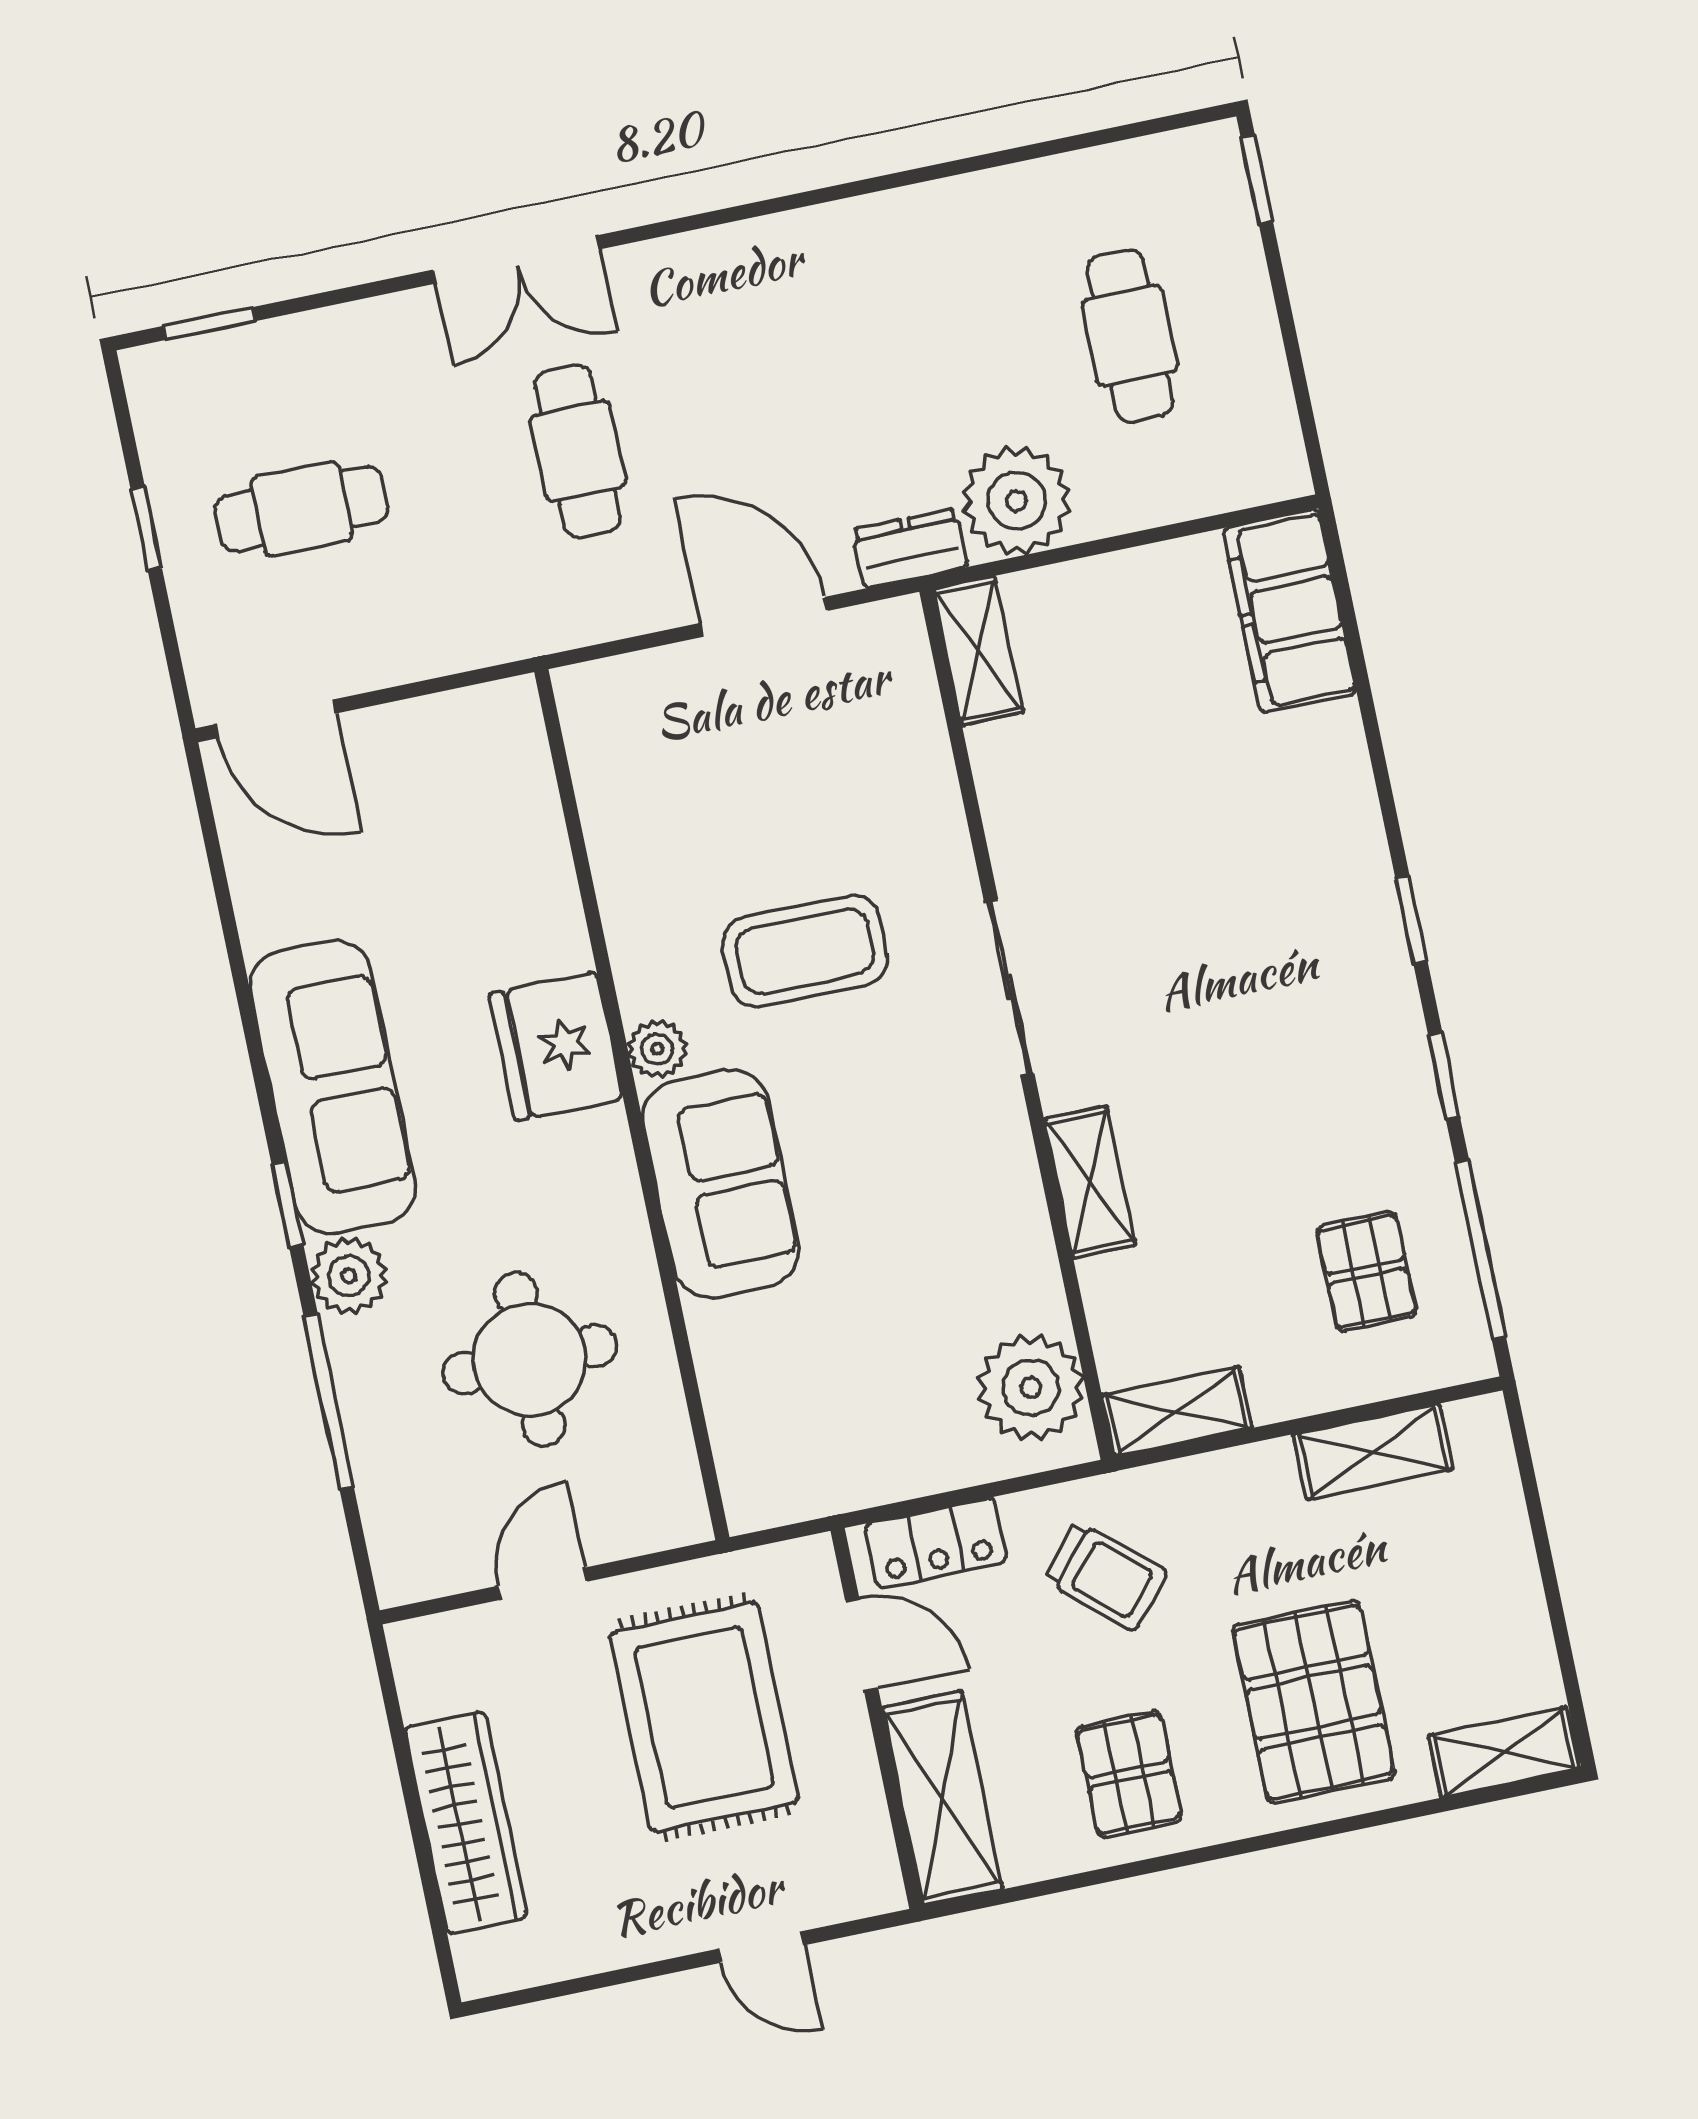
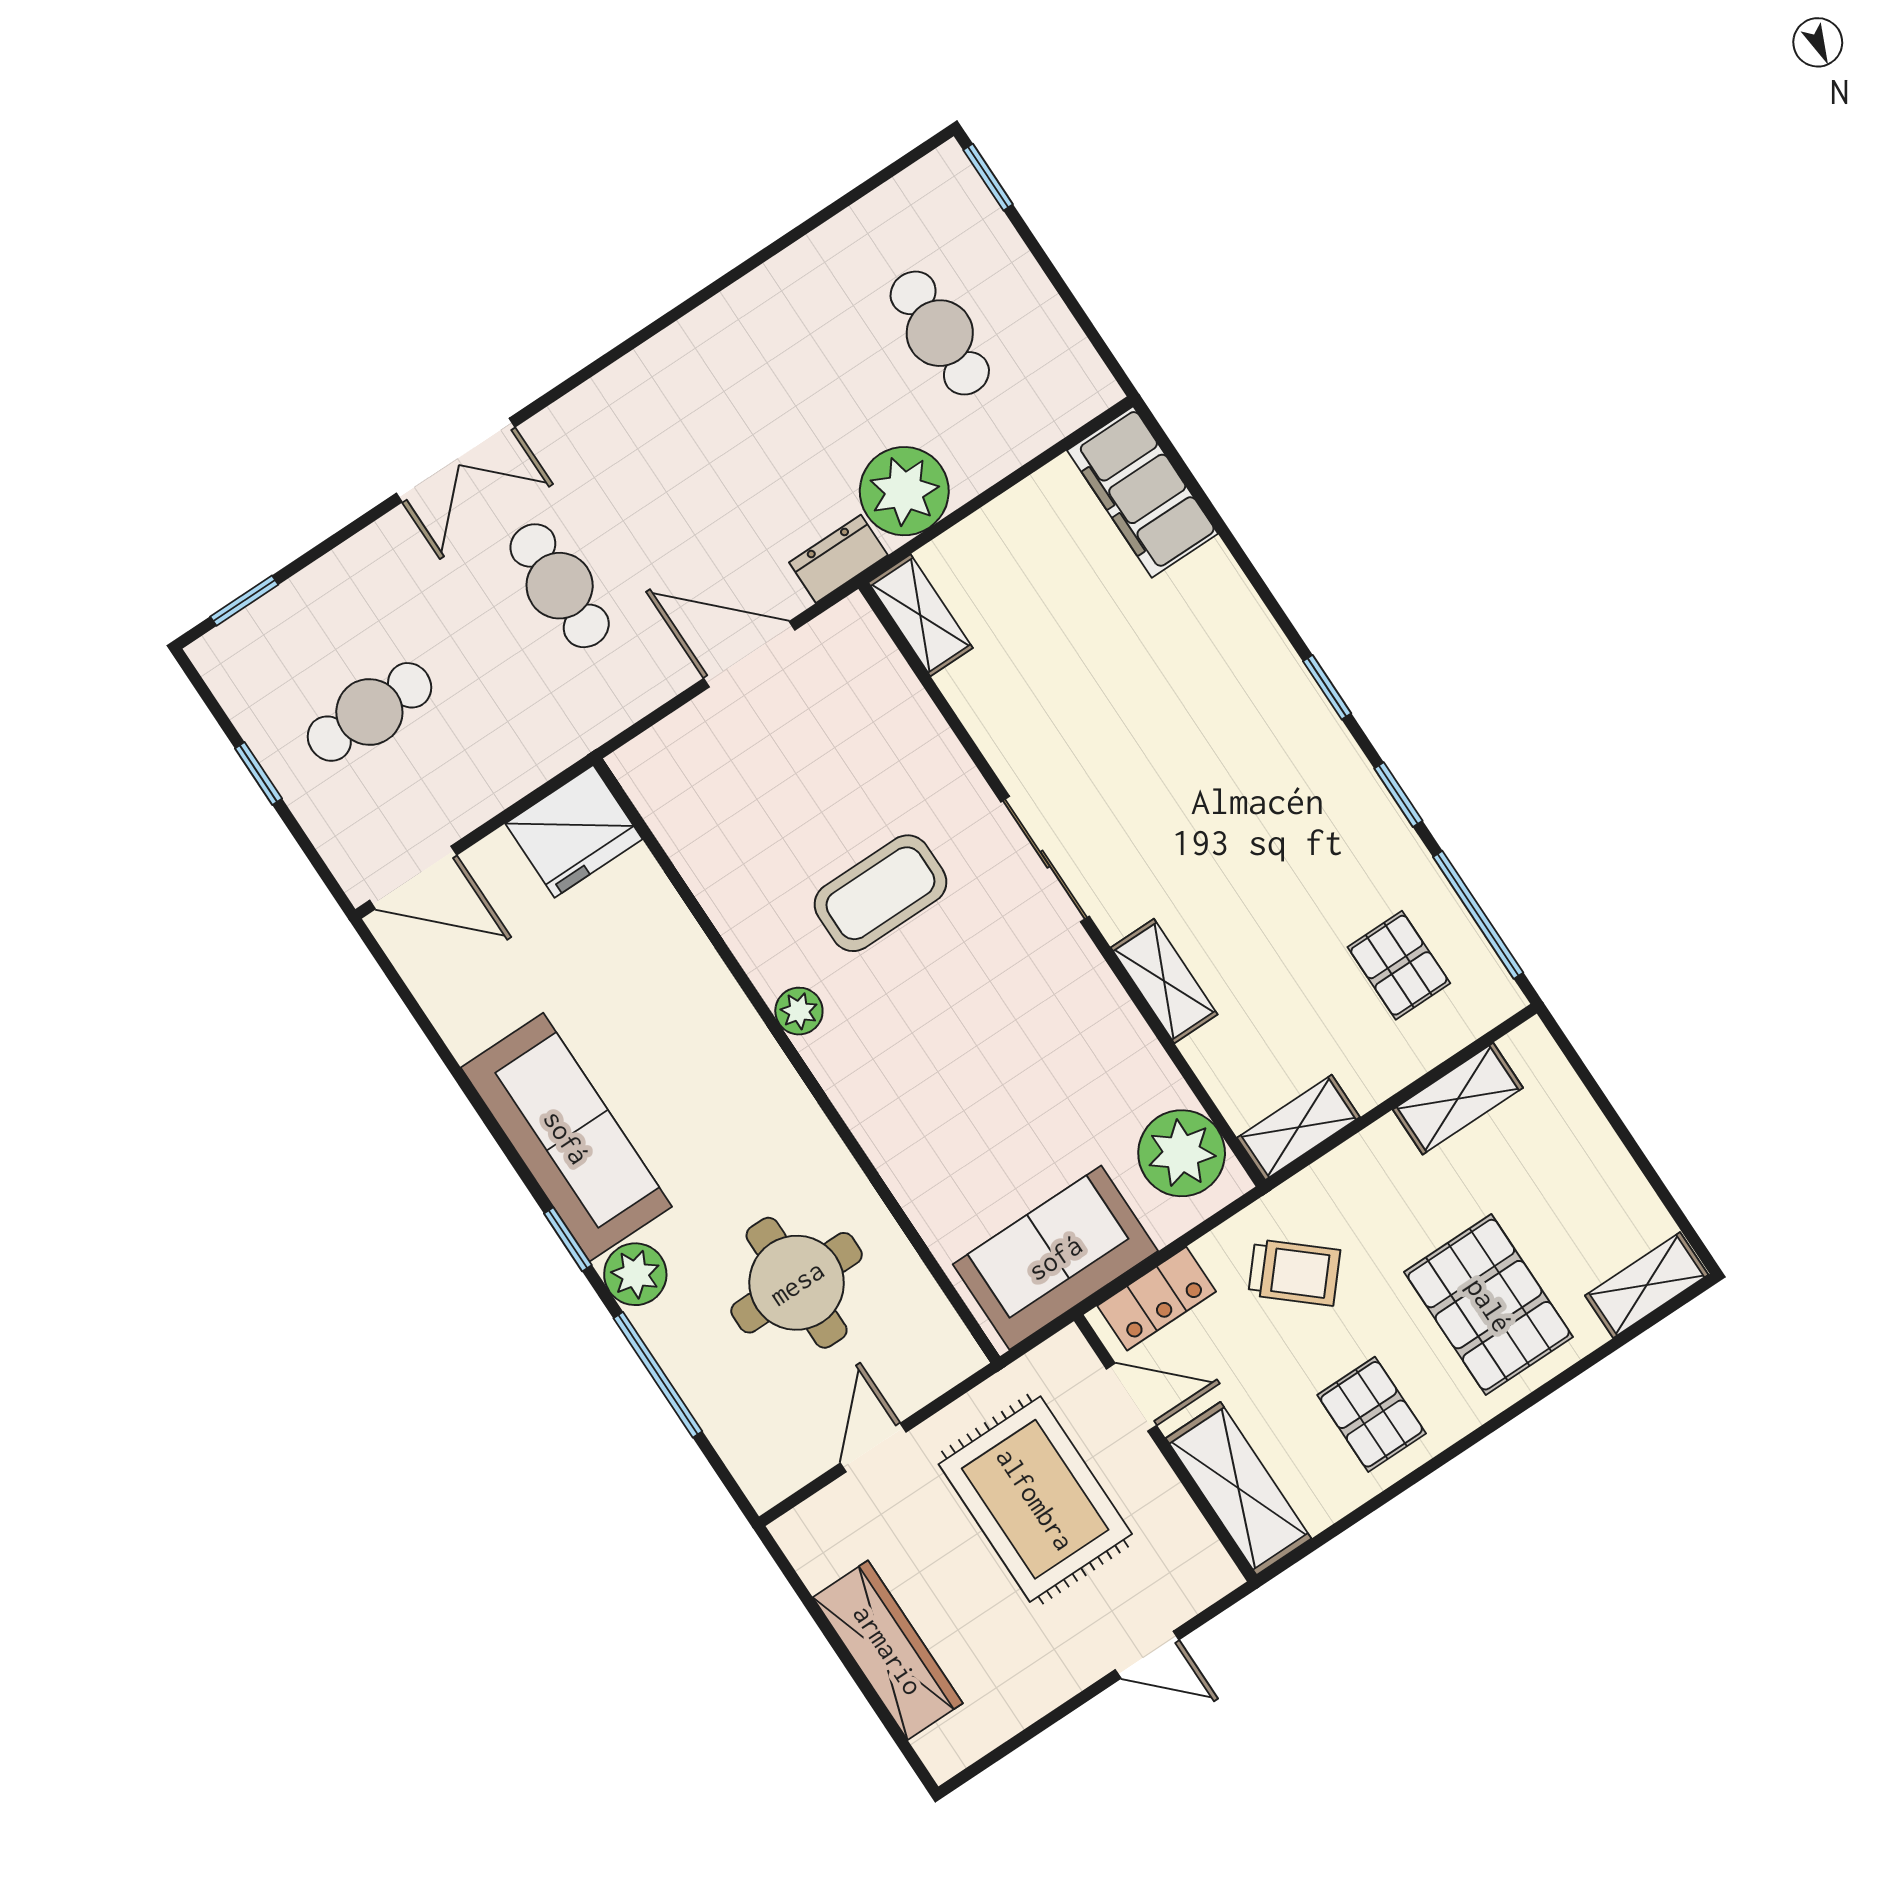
fridge: (556, 1046) -> (574, 831), moved, turned -90
sofa: (721, 1184) -> (1055, 1258), moved, turned -90

